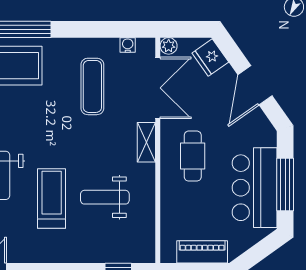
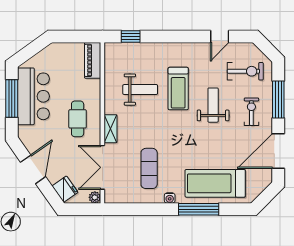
water cooler: (128, 45) -> (170, 198), moved
piano: (202, 252) -> (93, 60), moved, turned 90

